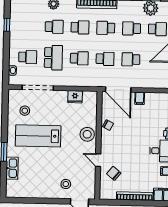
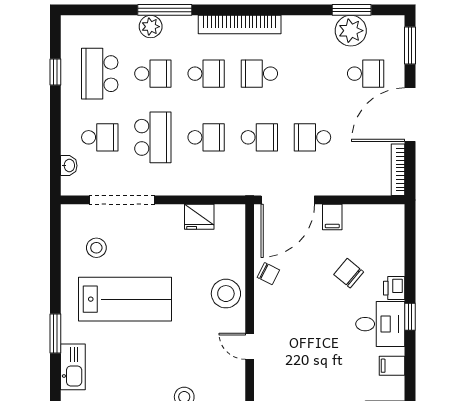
school desk: (132, 28) -> (100, 74), moved, width x1.85
door: (118, 90) -> (288, 200), hinge flipped
lab bench: (38, 136) -> (125, 299), turned 180
chair: (114, 173) -> (349, 273), moved

